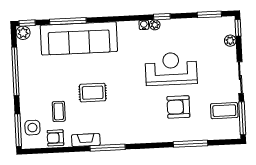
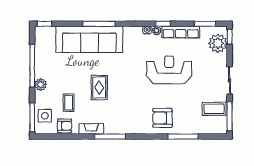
window: (68, 21) -> (99, 24), moved
row of seats: (182, 25) -> (181, 32), added
plant: (23, 33) -> (41, 85), moved
plant: (230, 41) -> (218, 43), width x1.88, depth x1.88
rug: (93, 93) -> (99, 88), turned 90
armchair: (178, 107) -> (162, 118), moved
armchair: (55, 138) -> (65, 126), turned 180

